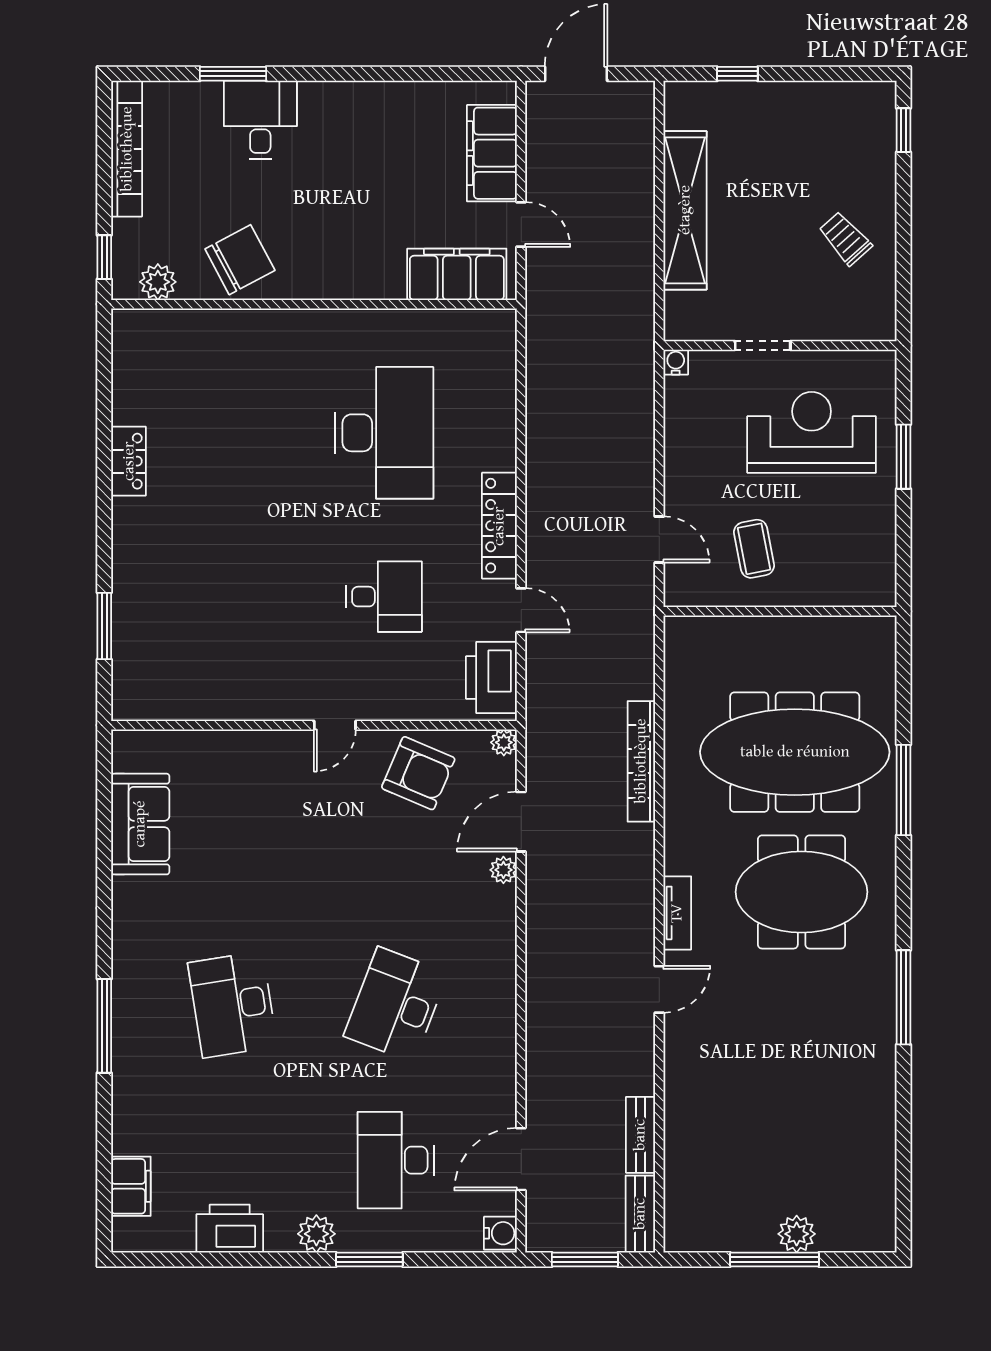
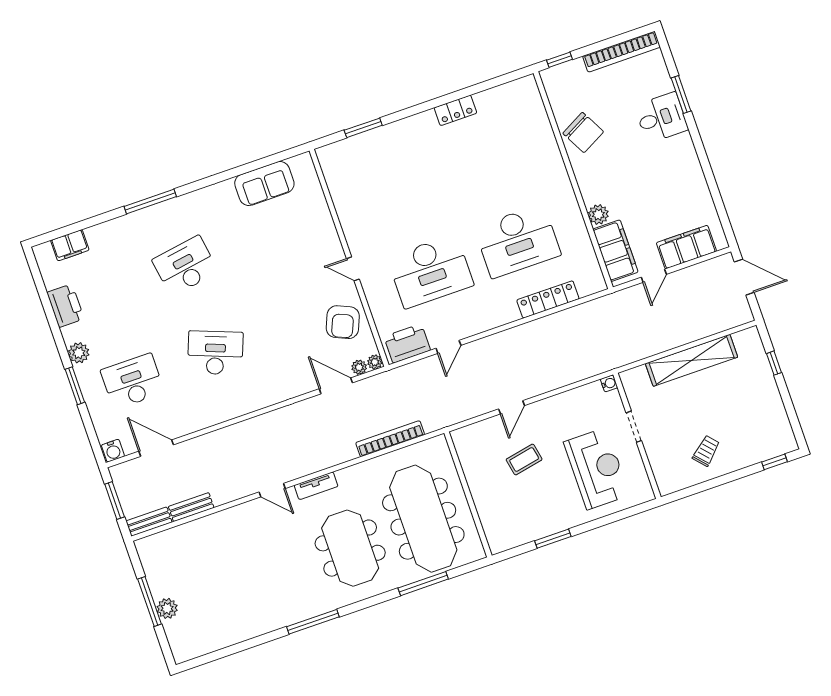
plant: (158, 282) -> (598, 214), moved
window: (903, 457) -> (553, 539), moved
locker: (499, 526) -> (548, 299), moved
desk: (384, 597) -> (430, 271), width x1.87, depth x1.30
wall: (780, 611) -> (468, 494), moved
plant: (503, 870) -> (359, 367), moved

